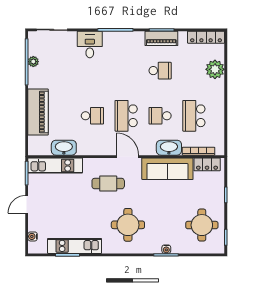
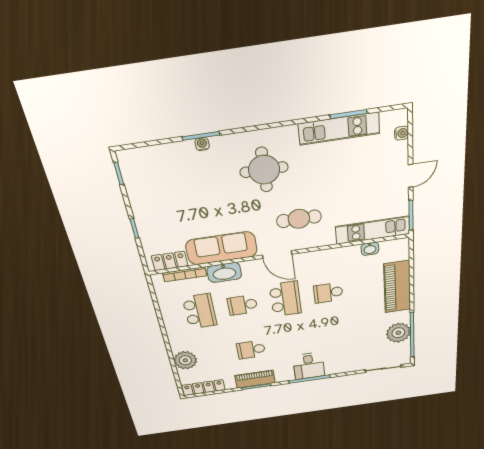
desk: (90, 45) -> (309, 366), moved
plant: (33, 62) -> (398, 333), width x1.88, depth x1.88
school desk: (160, 116) -> (242, 305), turned 180
washbasin: (64, 148) -> (370, 249), width x0.52, depth x0.69
round table: (202, 225) -> (158, 185), removed

